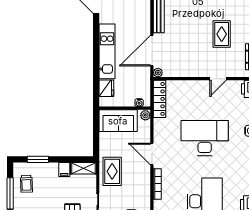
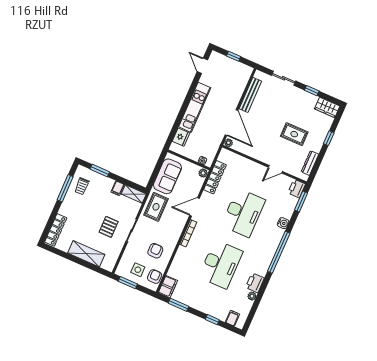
rug: (222, 34) -> (294, 134), turned 90
door: (152, 51) -> (231, 123), swing flipped
locker: (159, 99) -> (215, 177), moved
sofa: (118, 121) -> (167, 176), moved, turned -90
desk: (205, 138) -> (243, 213), turned 90
door: (152, 154) -> (194, 207), hinge flipped

